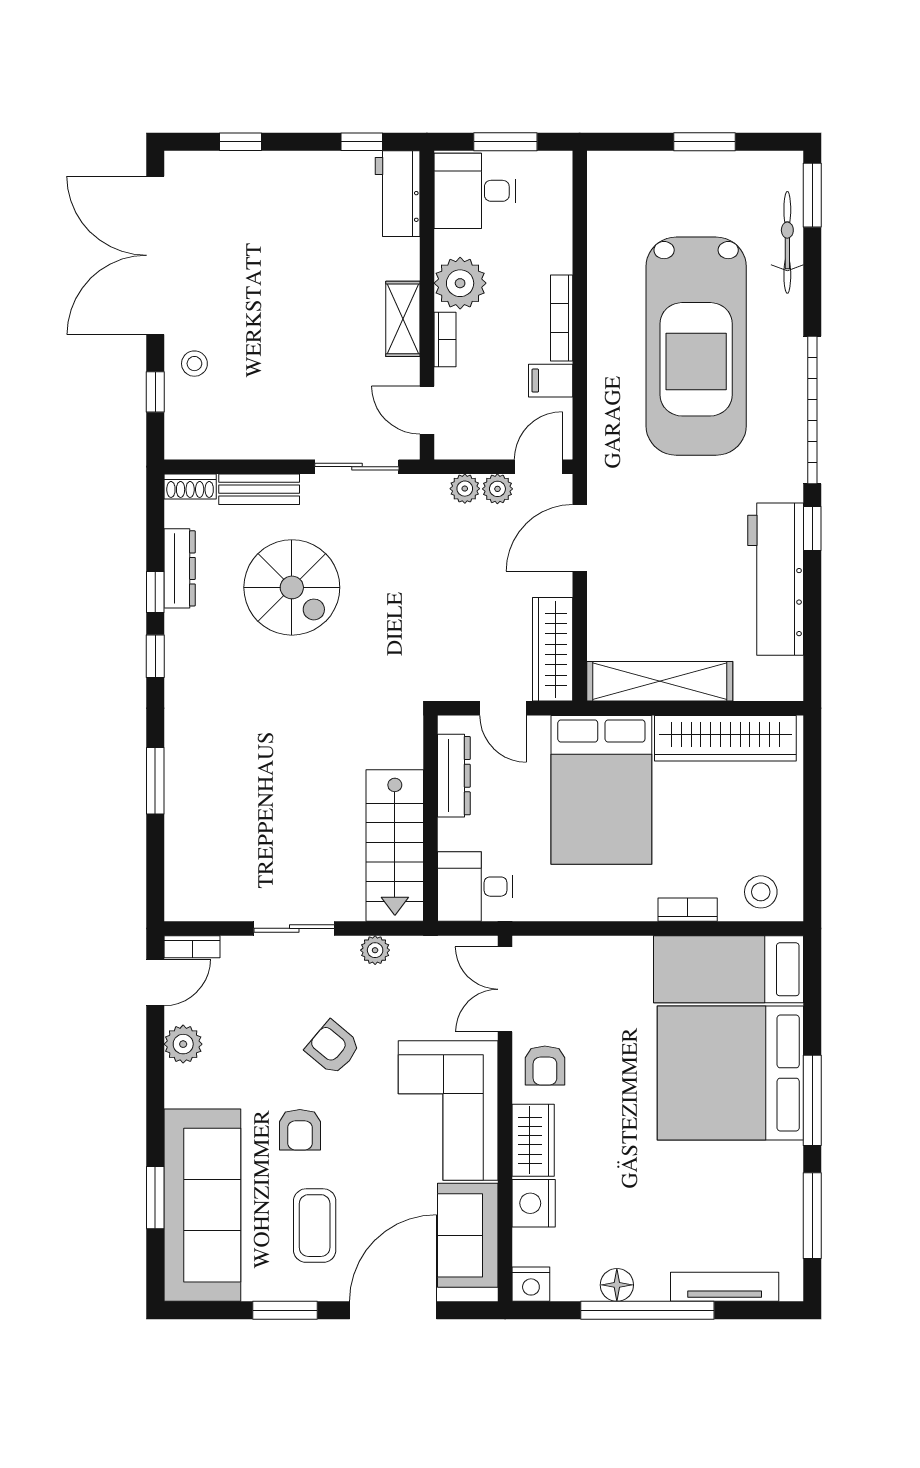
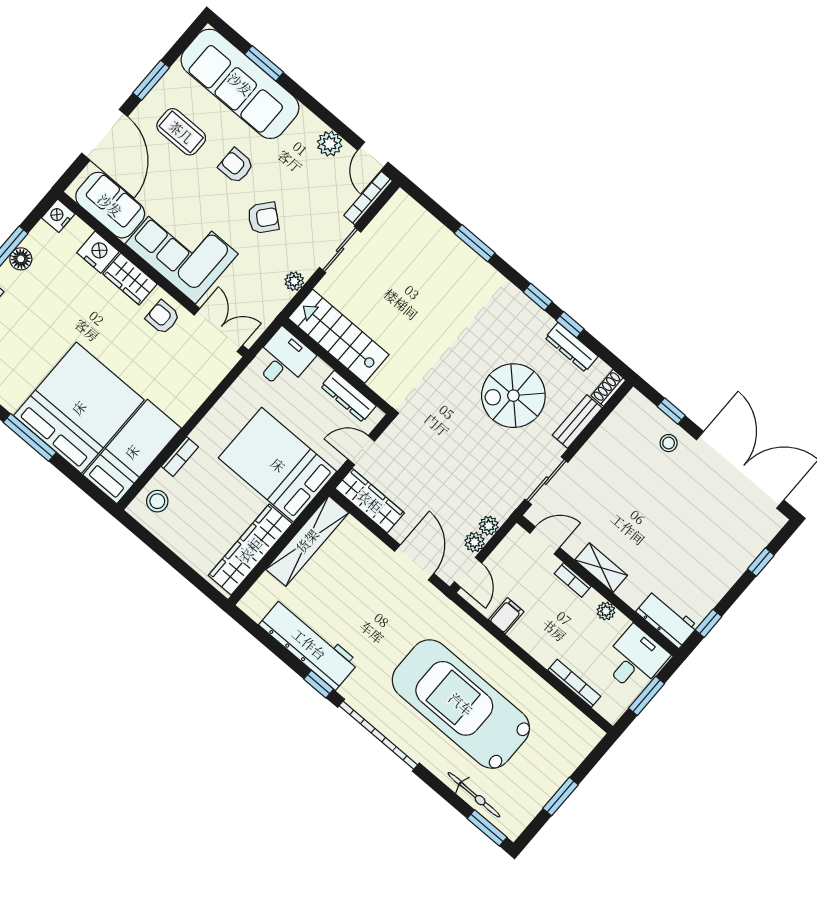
plant: (460, 283) -> (606, 611), width x0.53, depth x0.53
bookcase: (562, 318) -> (574, 683), moved
bookcase: (192, 947) -> (368, 198), width x1.56

